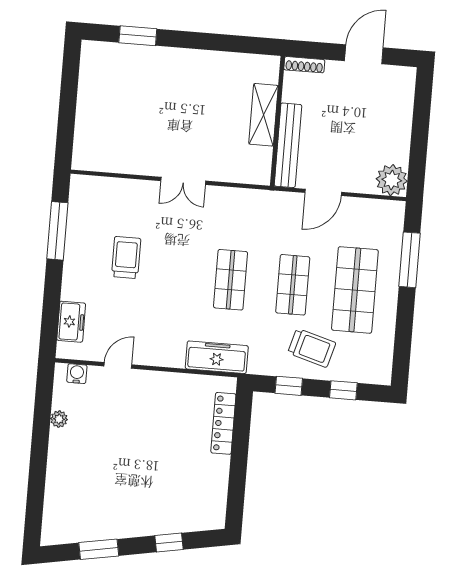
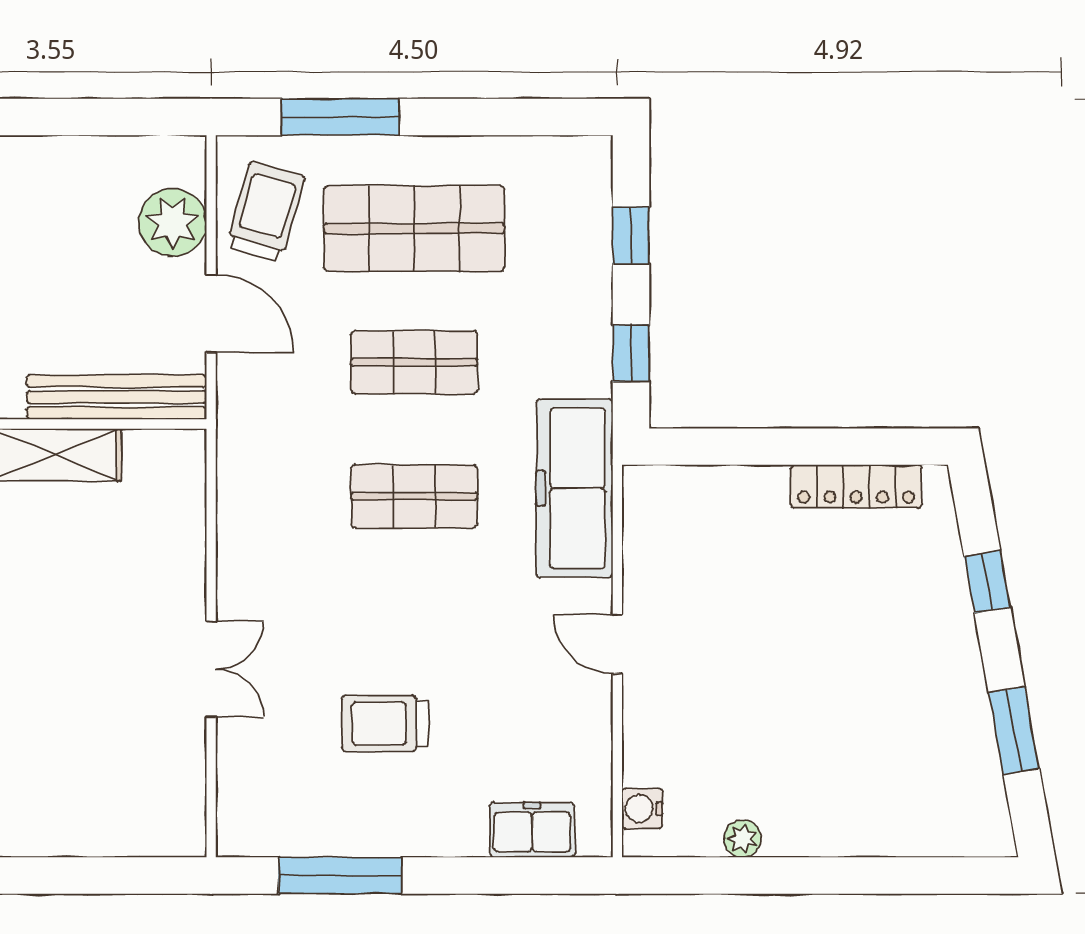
plant: (392, 180) -> (173, 222), moved
double door: (183, 181) -> (211, 669), moved
trolley: (312, 348) -> (266, 212), moved
freezer: (217, 357) -> (575, 488), width x1.36, depth x1.26
door: (118, 365) -> (617, 644), moved
locker: (223, 423) -> (856, 486), moved

